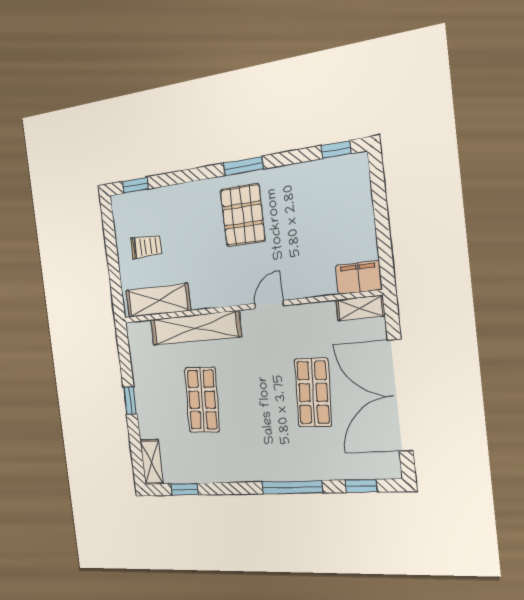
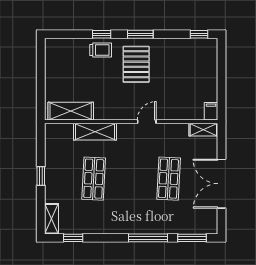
window: (135, 185) -> (102, 34), moved
trolley: (146, 247) -> (101, 50), moved
filing cabinet: (359, 277) -> (211, 111), width x0.50
shelving: (195, 328) -> (95, 132), width x0.68
double door: (400, 395) -> (221, 184), width x0.73
window: (361, 486) -> (192, 238), width x1.50

